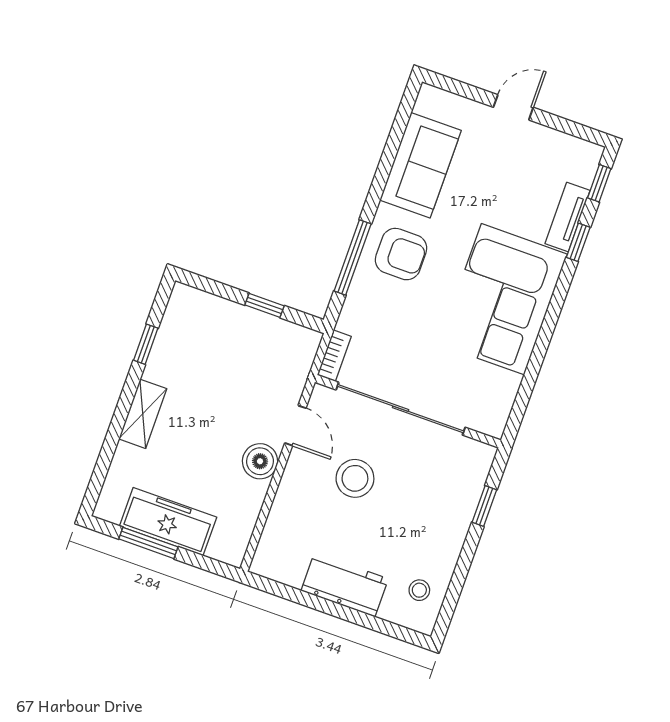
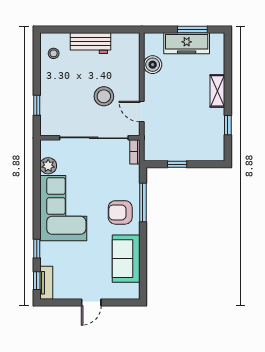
tv unit: (567, 217) -> (46, 283), moved
plant: (503, 387) -> (48, 166), added
boiler: (260, 461) -> (153, 65), moved

